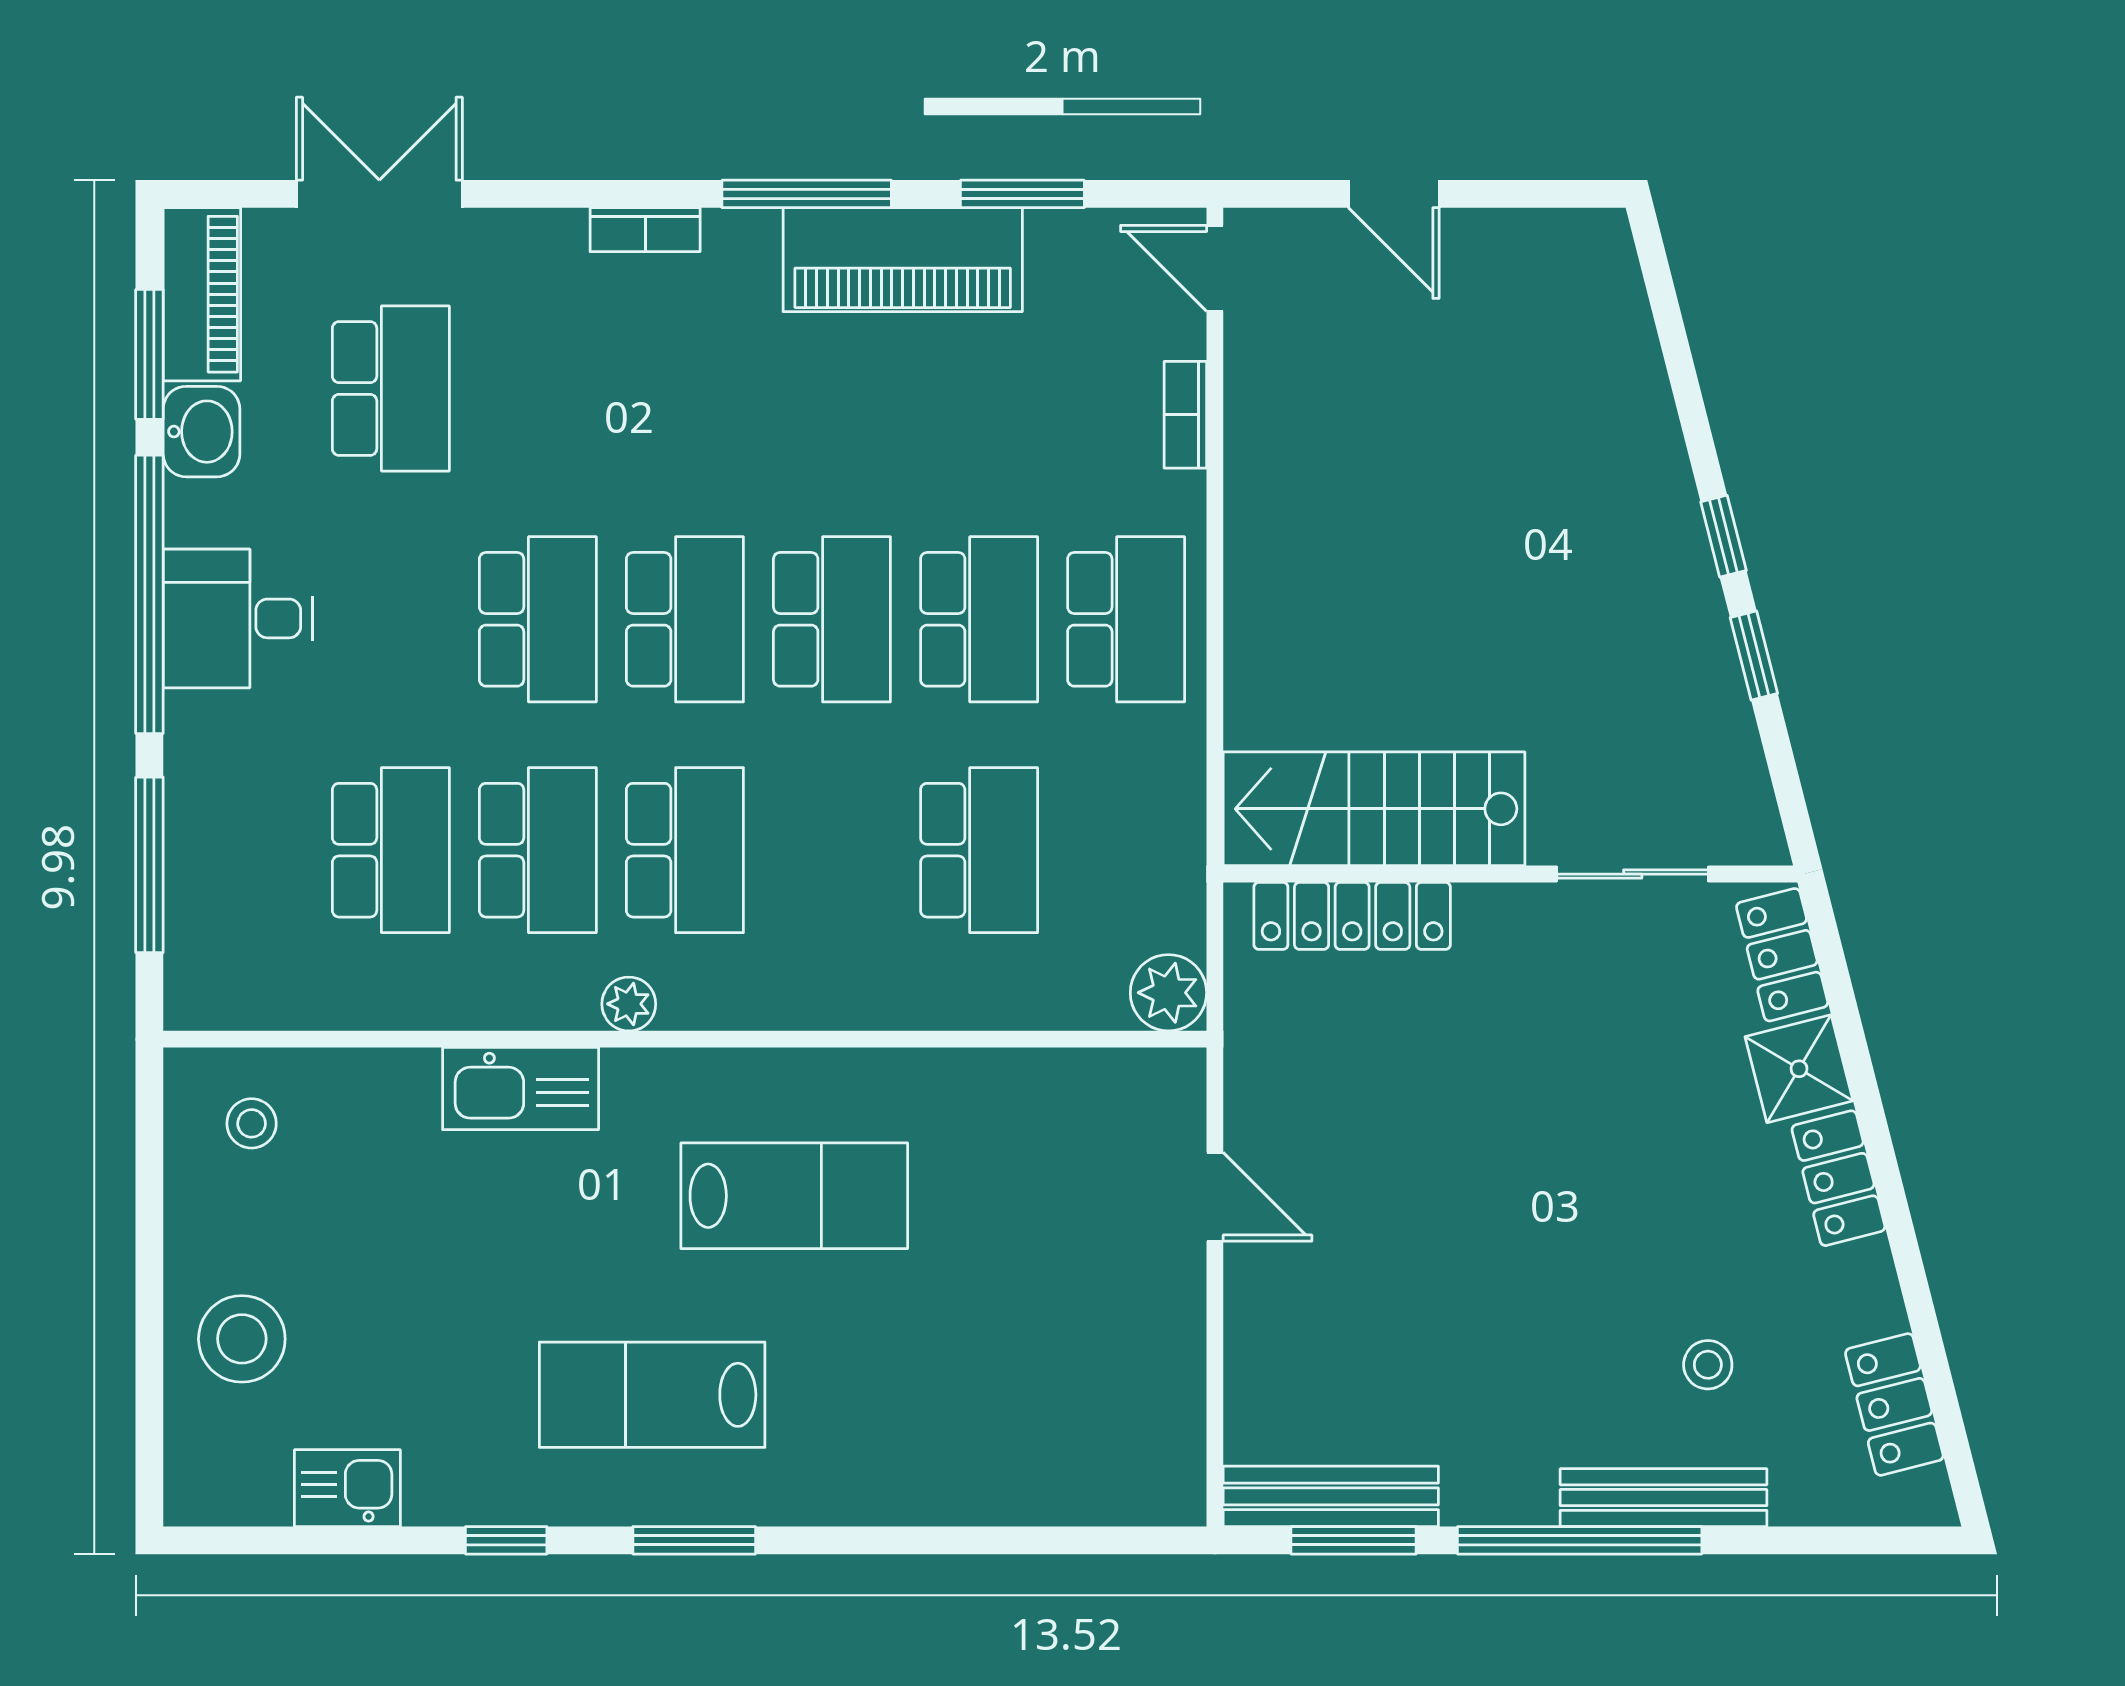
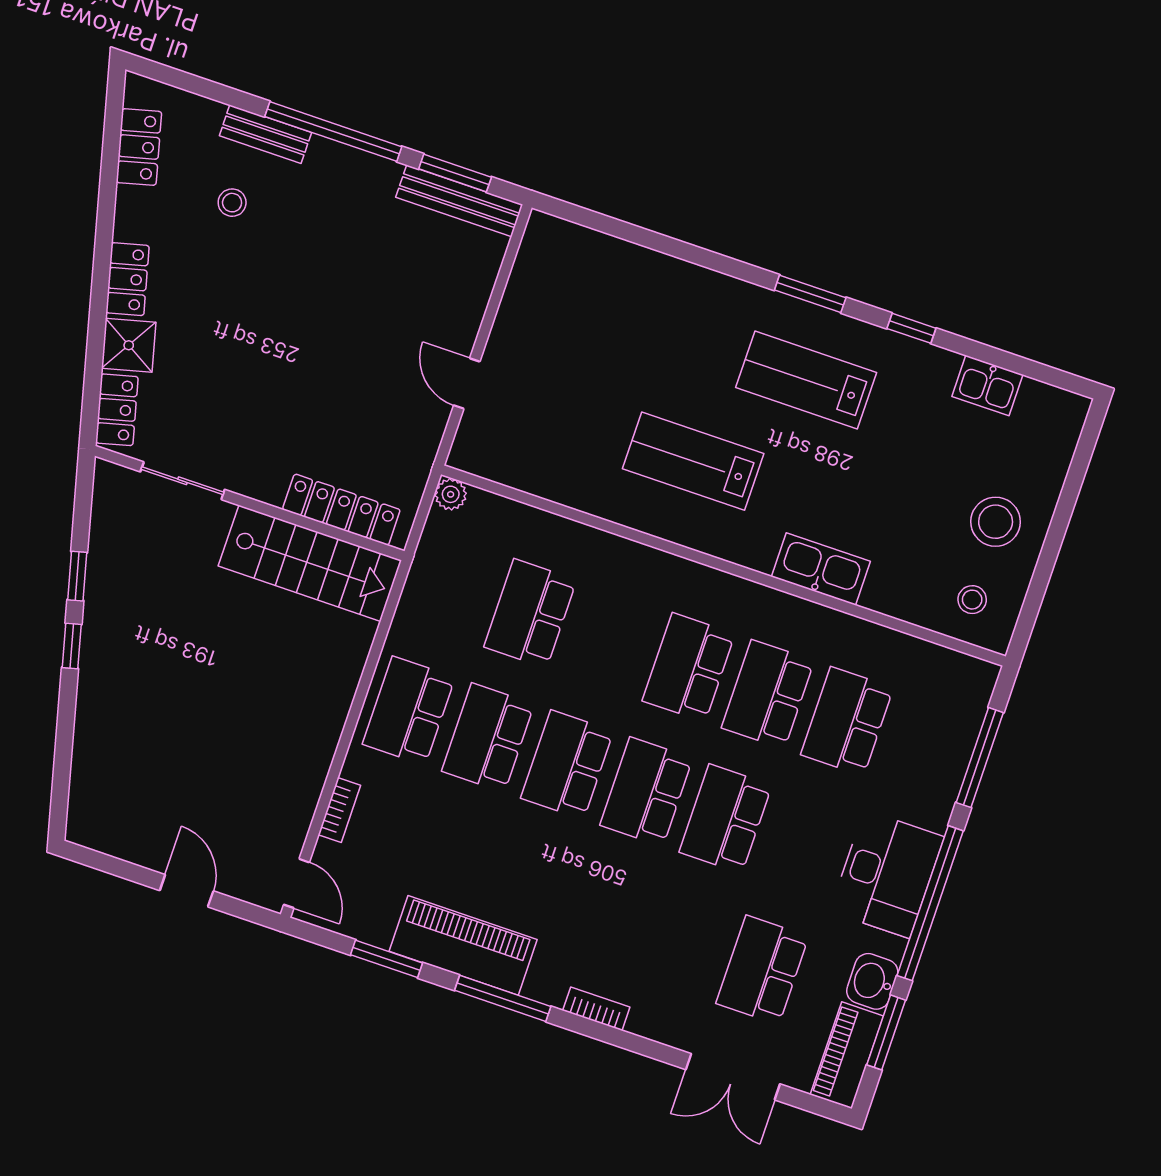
desk: (238, 618) -> (887, 874), width x1.37
plant: (1168, 993) -> (451, 494), width x0.73, depth x0.73
plant: (629, 1004) -> (747, 595), removed
stool: (242, 1339) -> (996, 522), moved
lab bench: (652, 1395) -> (806, 380), turned 180
bench: (1664, 1498) -> (265, 134), width x0.73

